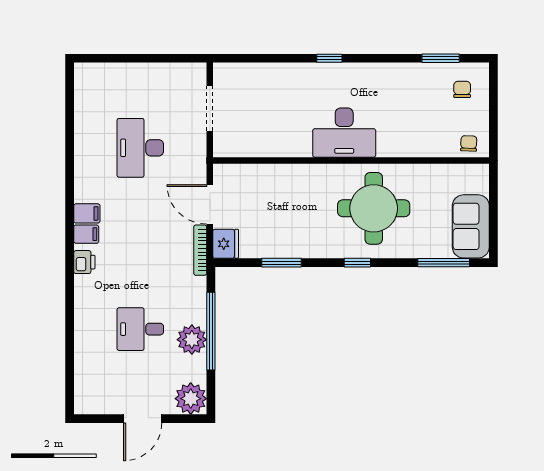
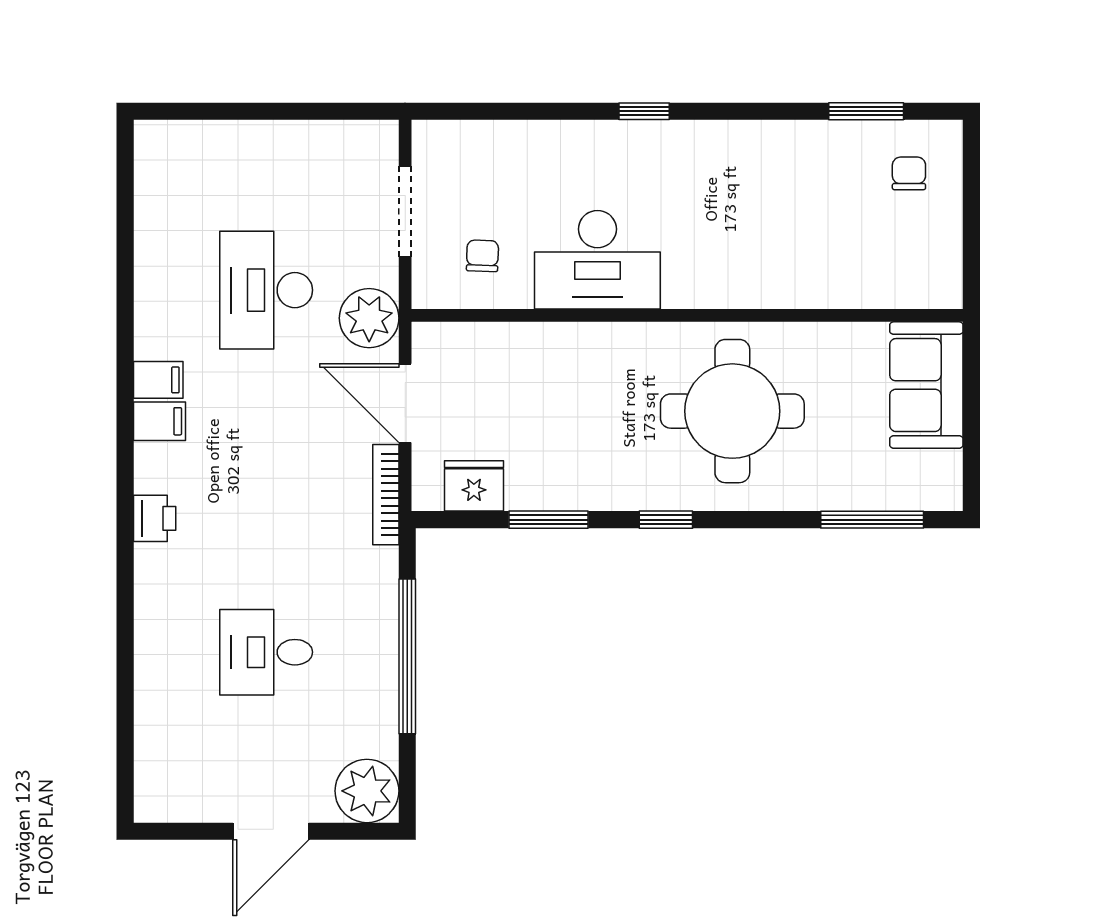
desk: (344, 133) -> (597, 260), moved
chair: (469, 143) -> (482, 256), moved
sofa: (471, 226) -> (926, 385), moved
filing cabinet: (86, 234) -> (158, 380), moved
fridge: (226, 244) -> (474, 486), moved, turned -90
window: (357, 263) -> (666, 520), moved
plant: (192, 340) -> (369, 318), moved

